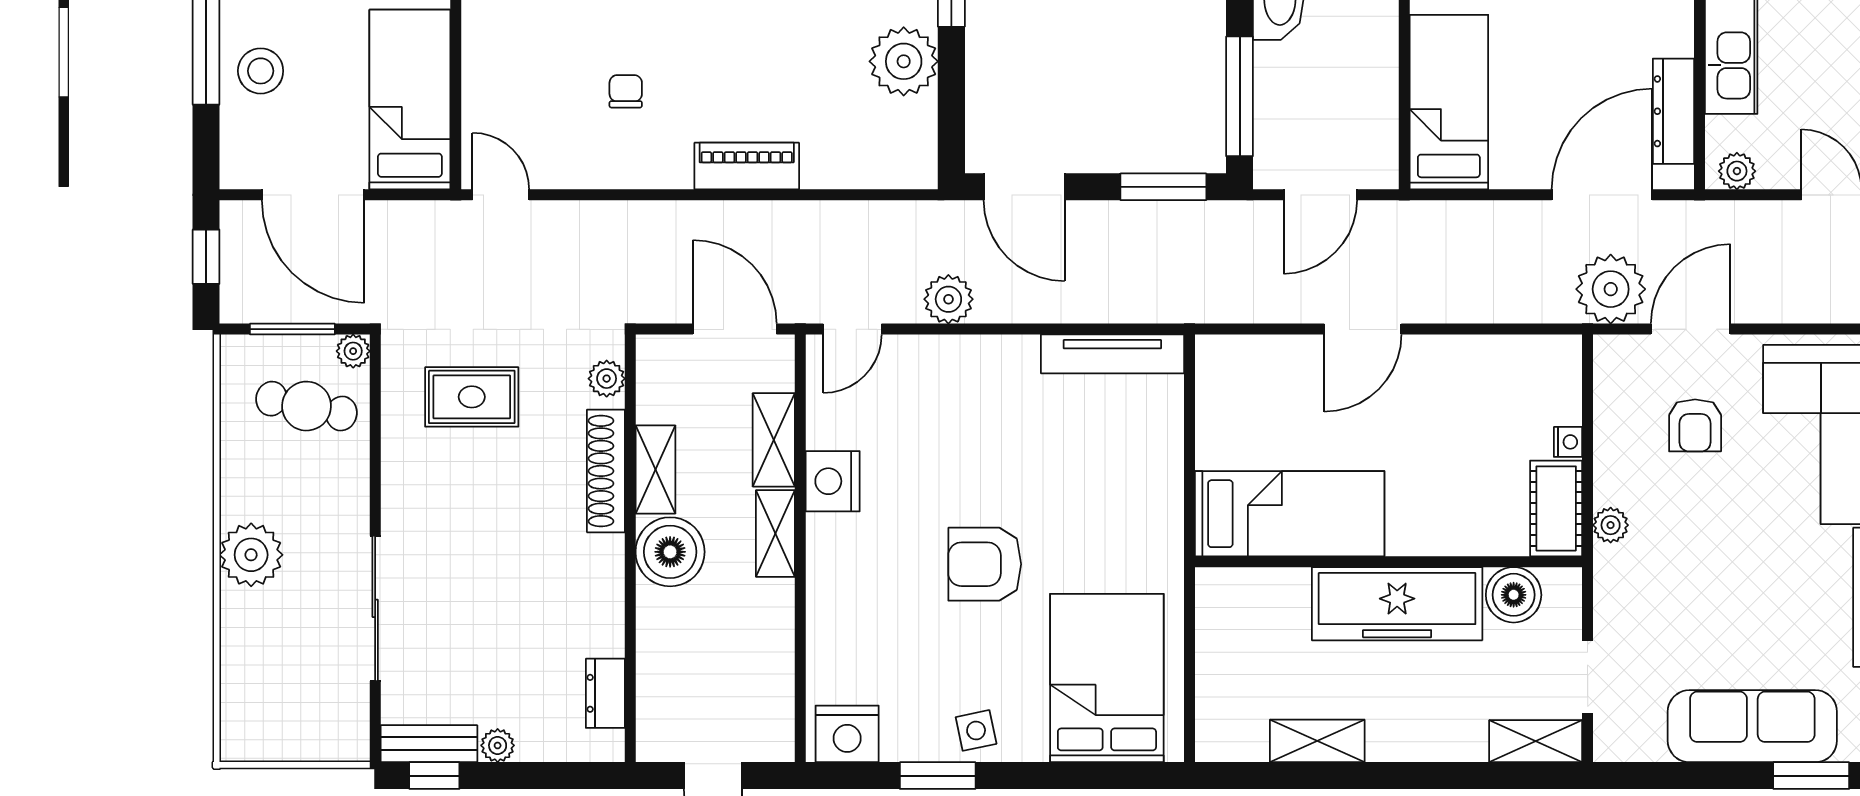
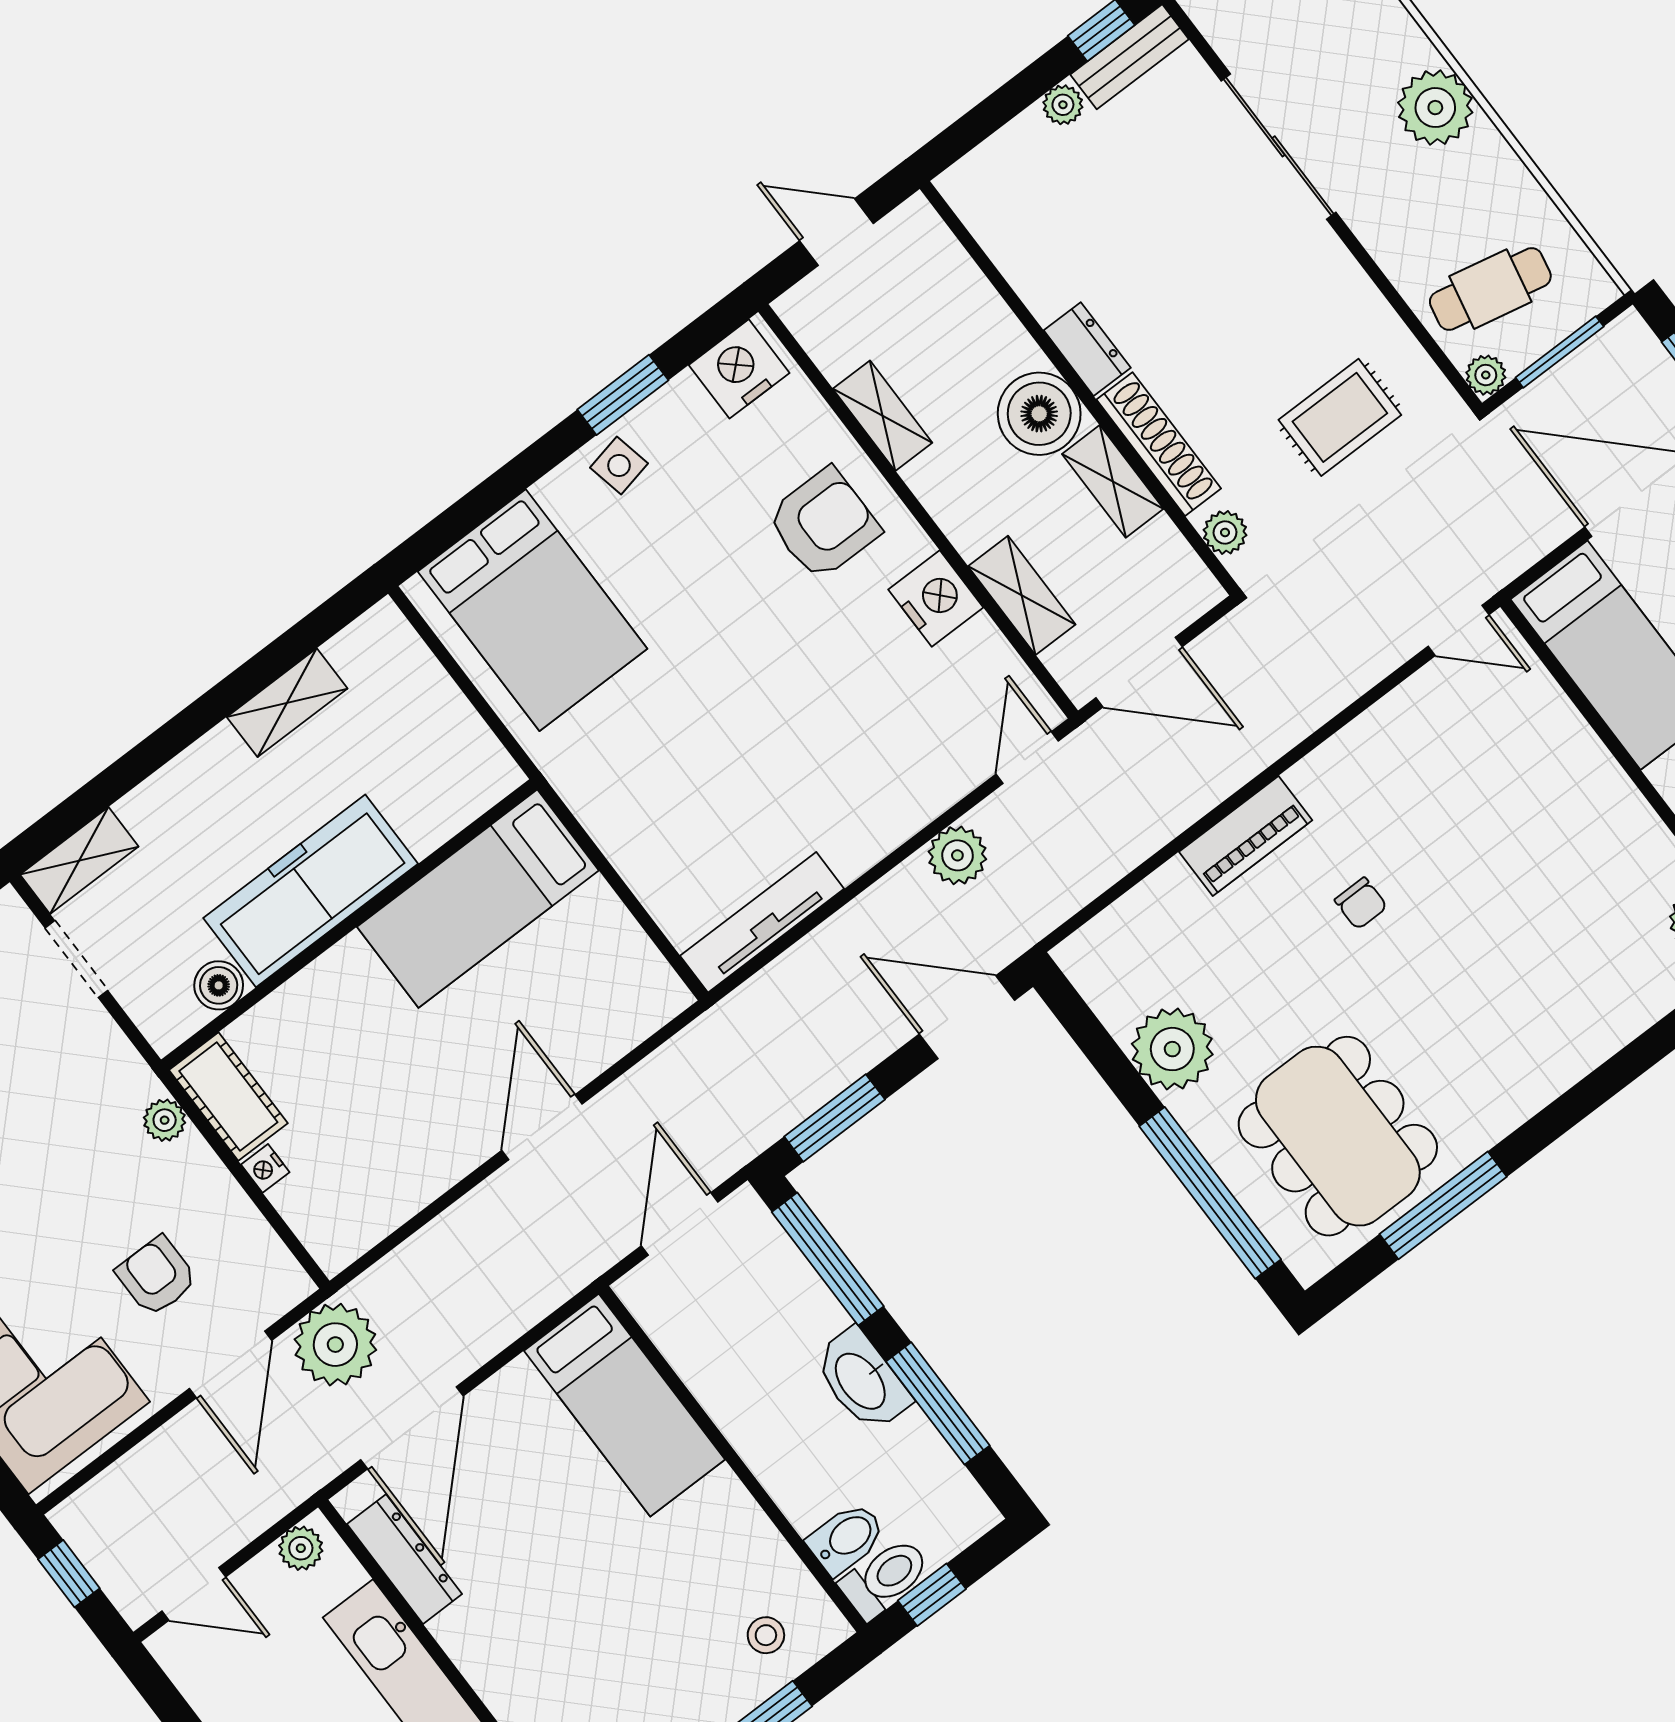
chair: (626, 91) -> (1361, 903), moved
shelving: (775, 533) -> (883, 416), moved
armchair: (985, 564) -> (823, 524), moved
boiler: (1514, 595) -> (219, 985), width x0.73, depth x0.73
dresser: (605, 693) -> (1087, 349), moved

